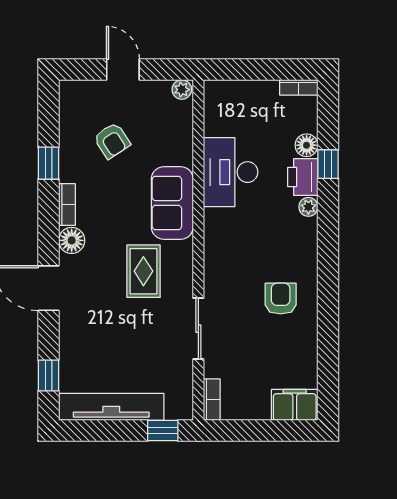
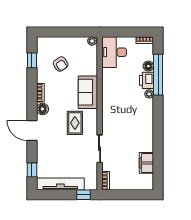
door: (123, 70) -> (66, 32), removed
window: (48, 163) -> (32, 60), moved
window: (328, 164) -> (158, 75), width x3.17
desk: (231, 172) -> (114, 52), moved
armchair: (281, 299) -> (137, 135), removed
filing cabinet: (295, 405) -> (146, 163), moved, turned -90

